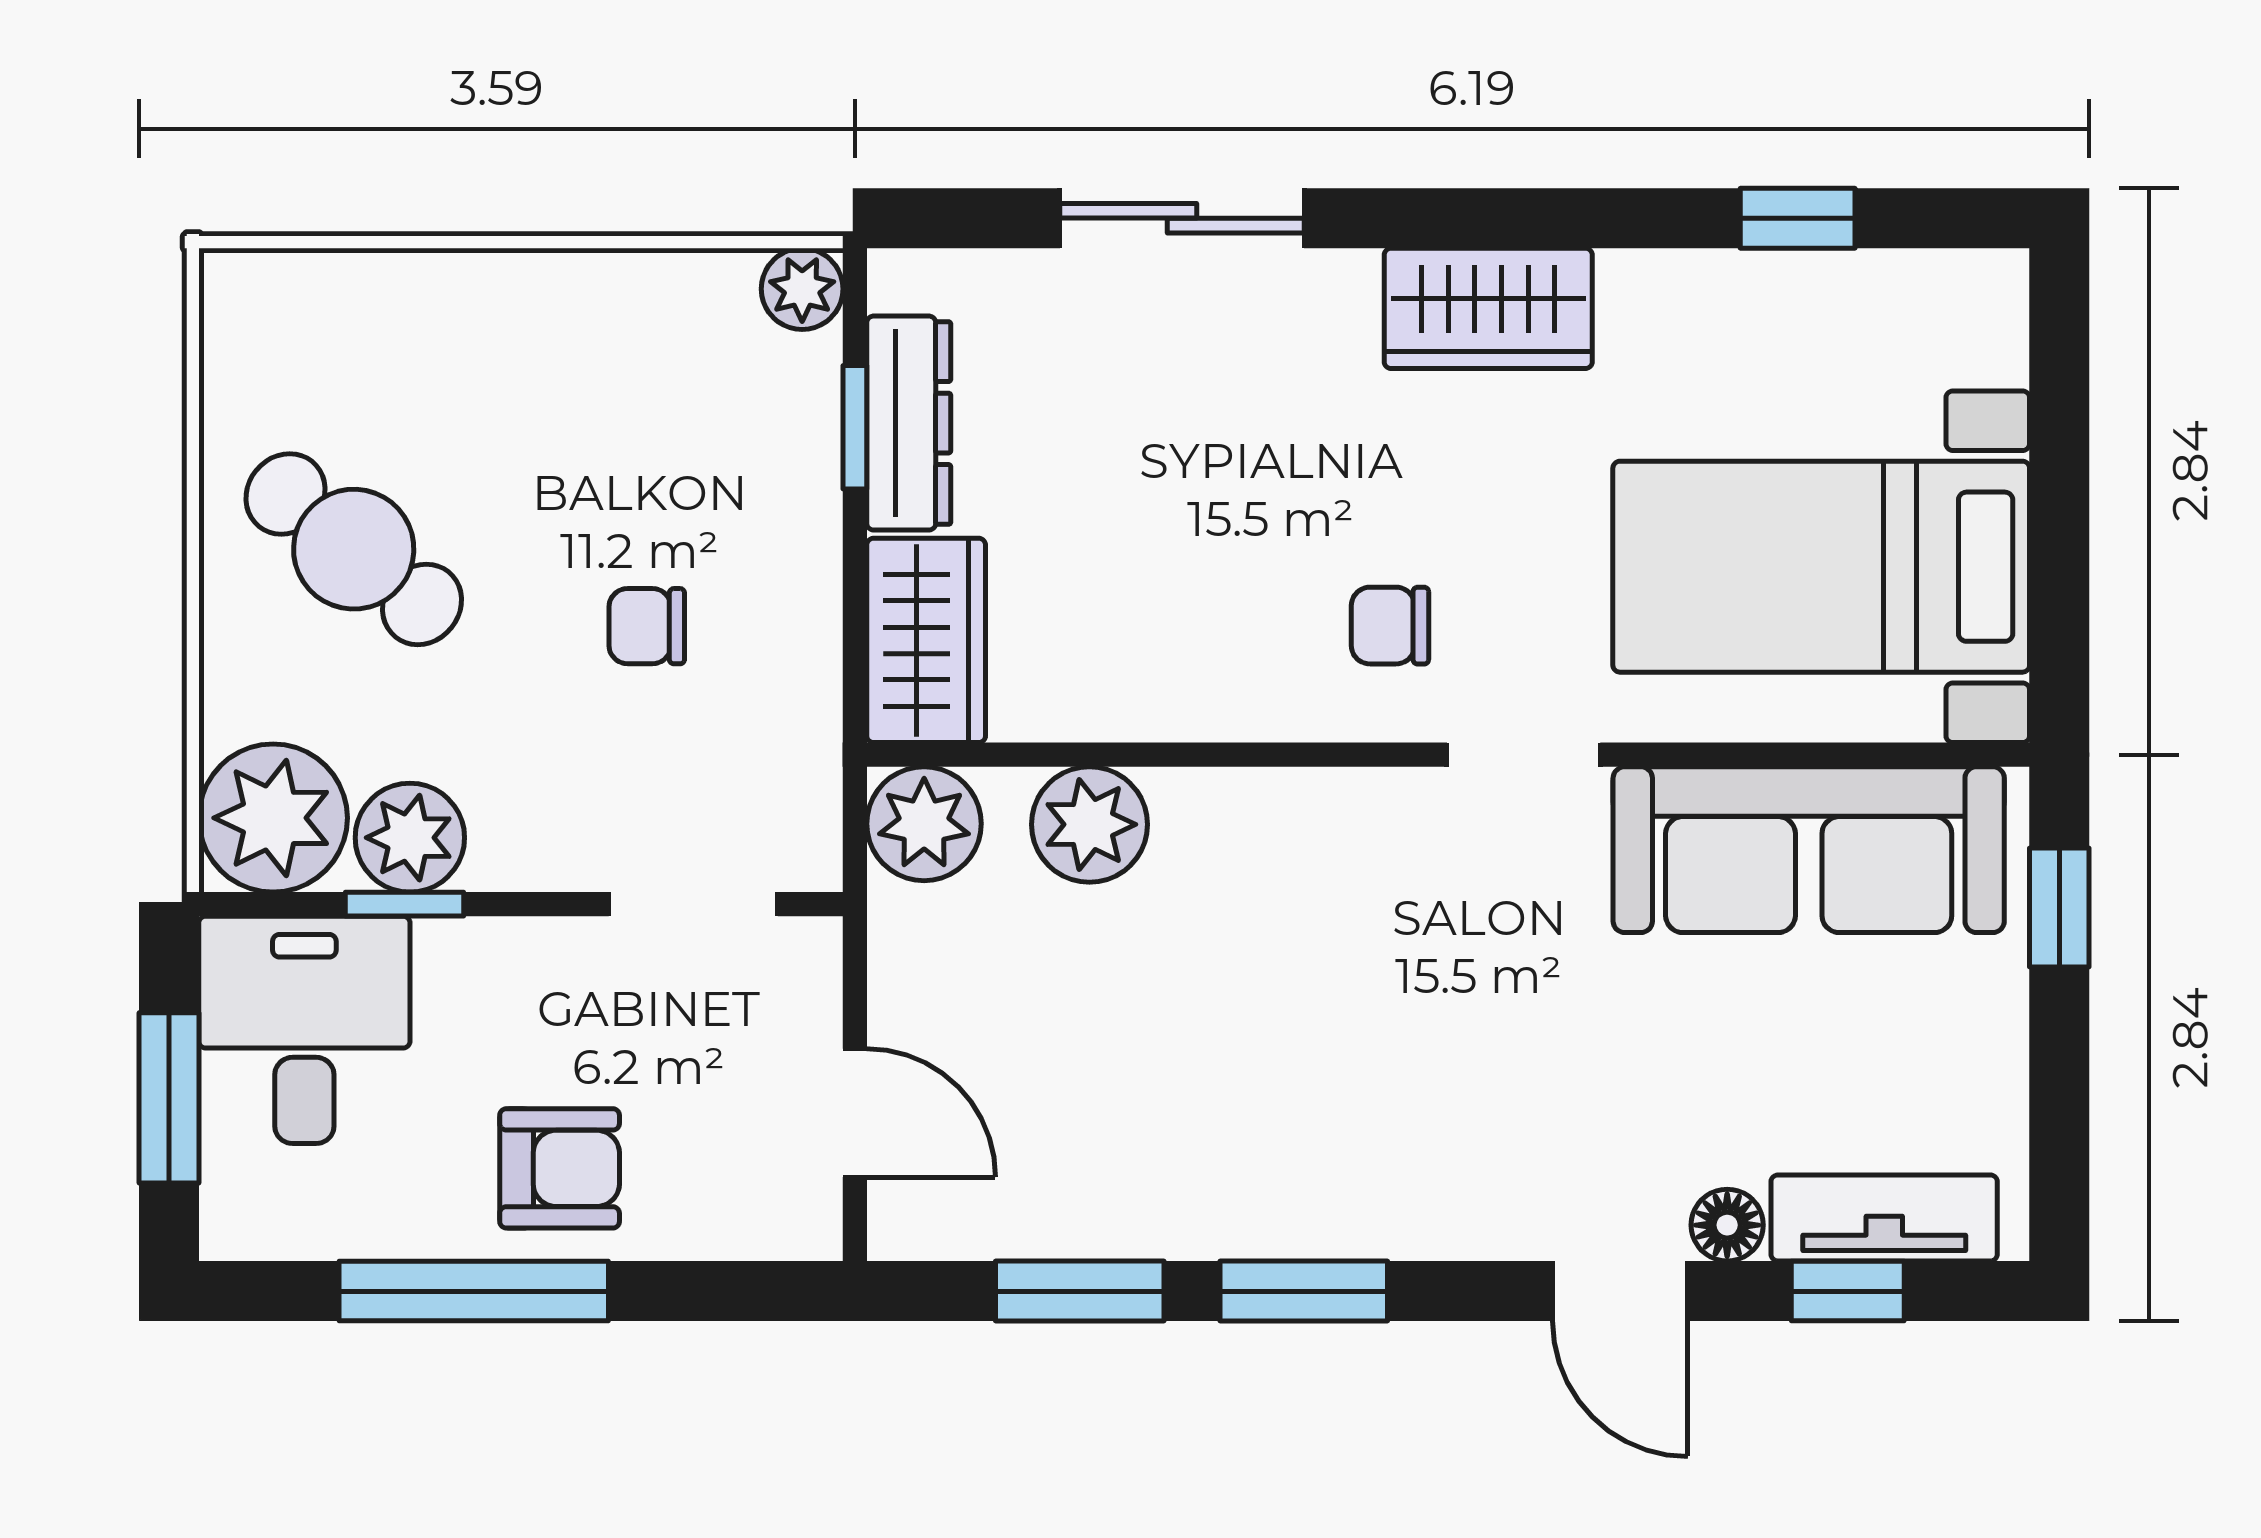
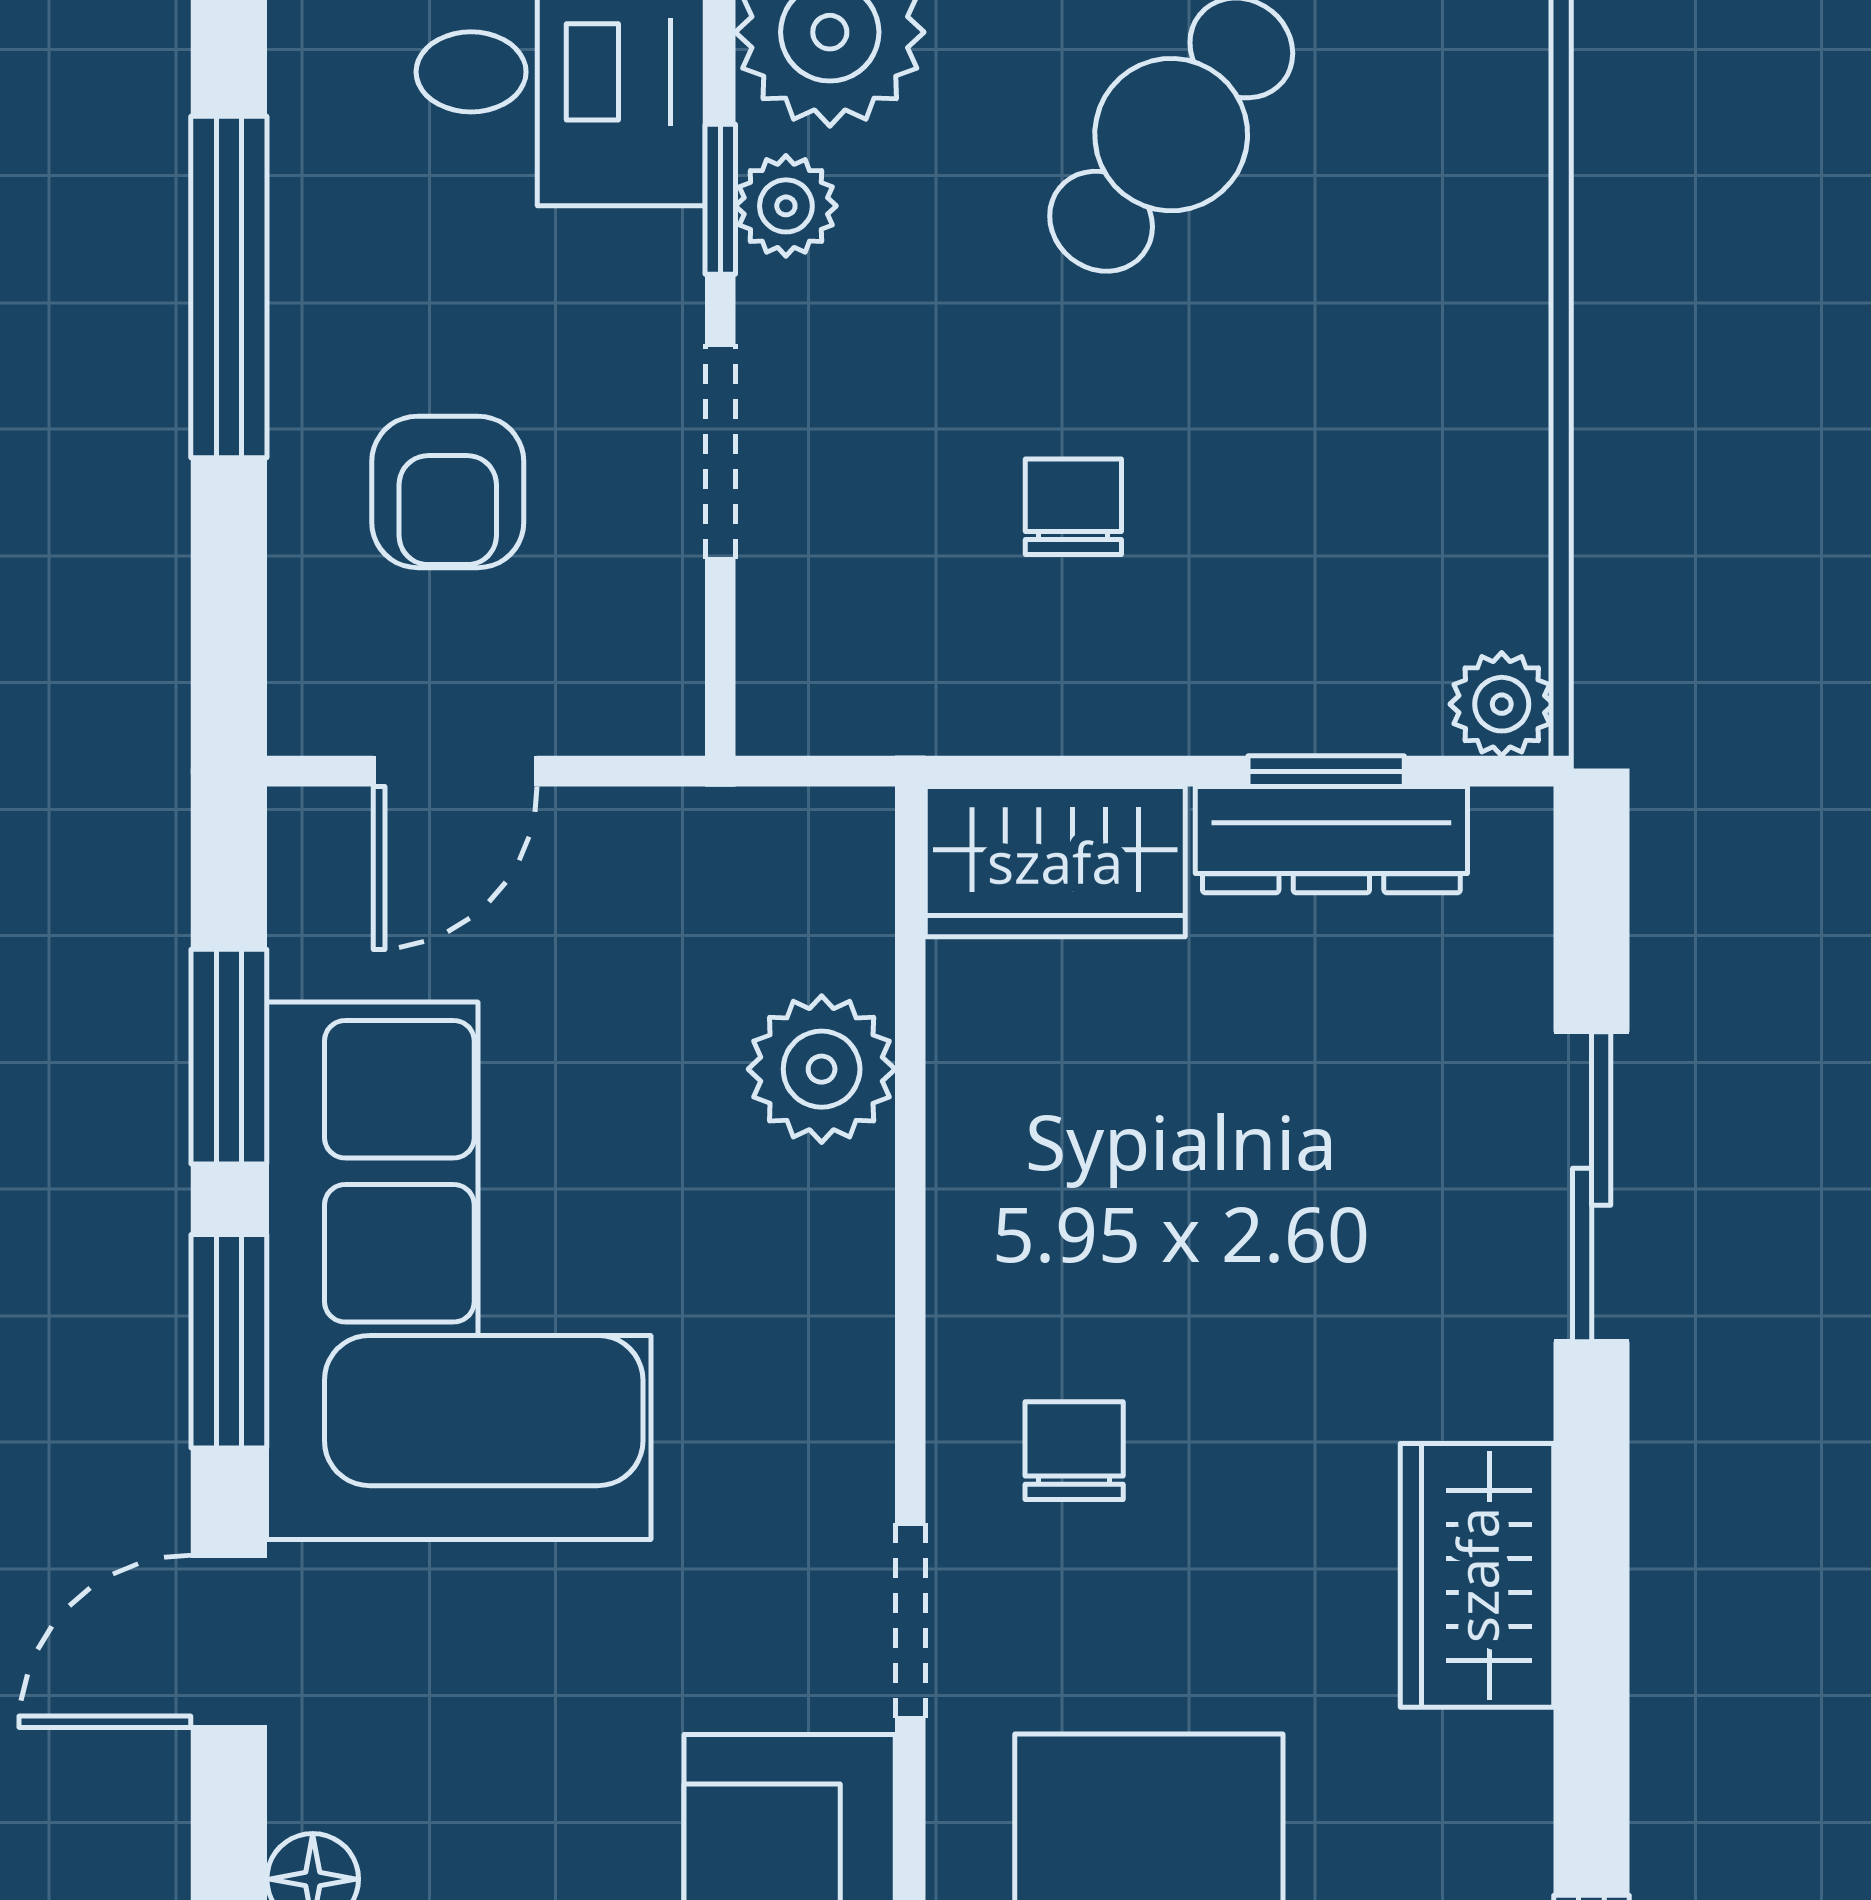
plant: (924, 824) -> (822, 859), removed
plant: (410, 838) -> (786, 206), width x0.73, depth x0.73
doorway: (693, 904) -> (720, 452), moved
corner sofa: (1248, 1110) -> (459, 1271), added
armchair: (560, 1168) -> (448, 492), moved
door: (1620, 1291) -> (229, 1641), moved

